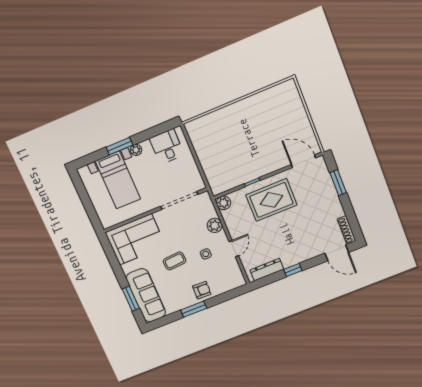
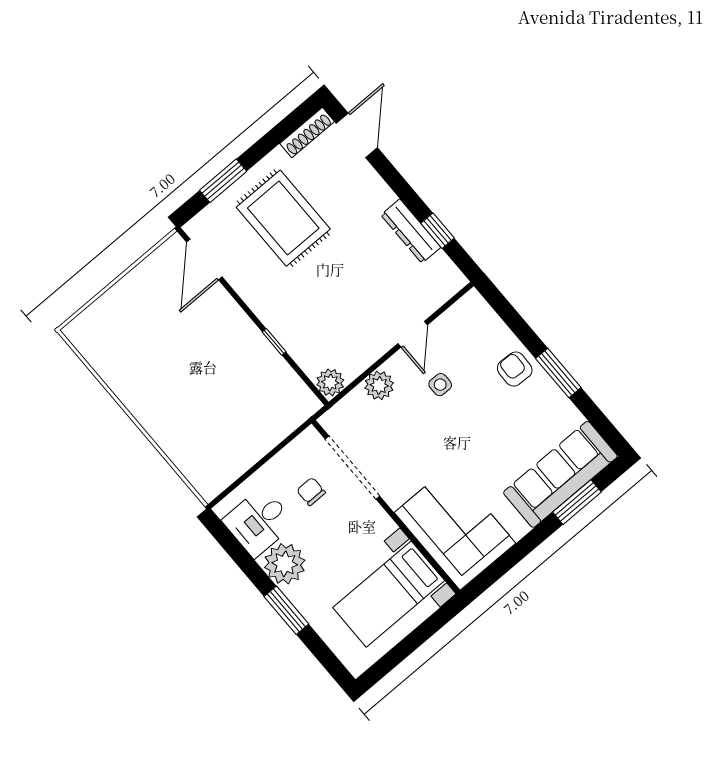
plant: (136, 150) -> (285, 564), width x1.87, depth x1.87
chair: (174, 177) -> (311, 491), added
bed with nightstands: (118, 180) -> (389, 594), moved, turned 180
rug: (271, 200) -> (283, 218), moved
door: (234, 249) -> (413, 334), swing flipped
coffee table: (175, 261) -> (473, 440), removed
dresser: (267, 270) -> (411, 231), moved
window: (293, 270) -> (438, 231), moved

